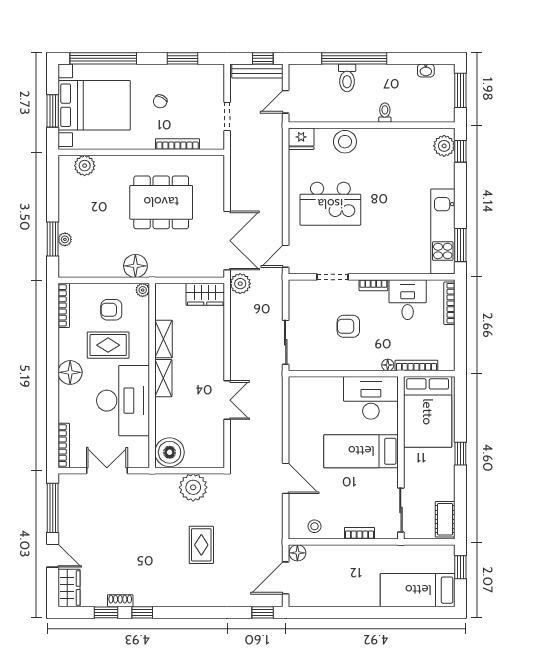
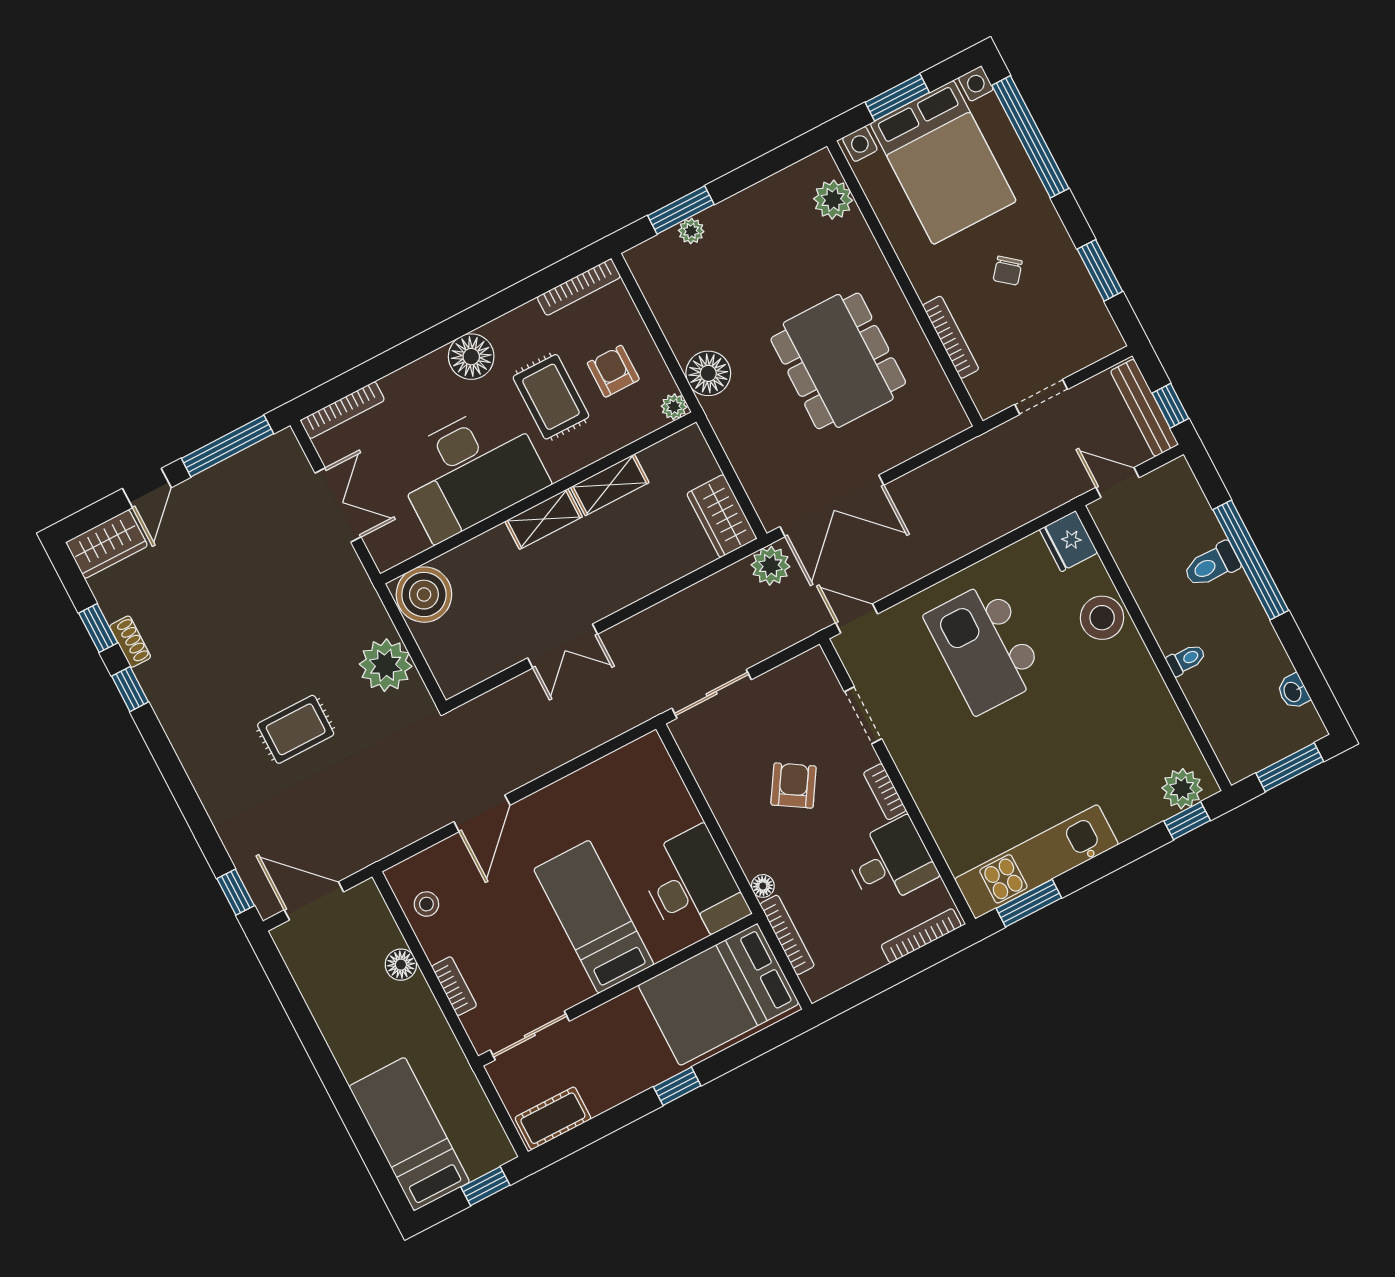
chair: (160, 101) -> (1008, 271), turned -79
armchair: (348, 326) -> (794, 785), turned 32
floor lamp: (297, 553) -> (401, 965), moved

